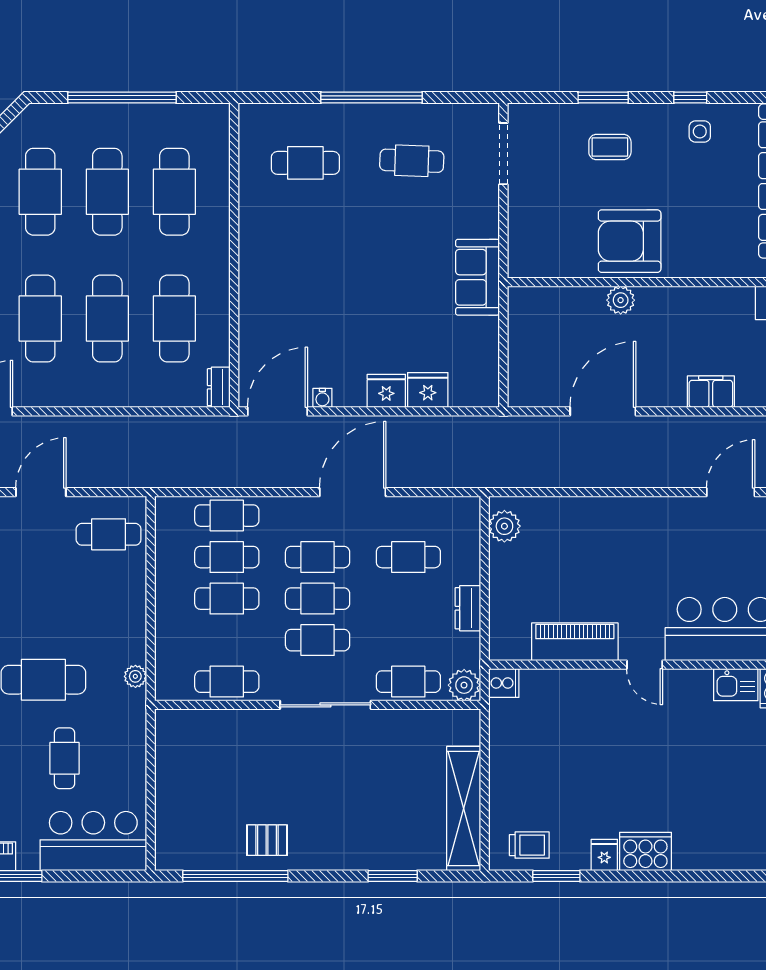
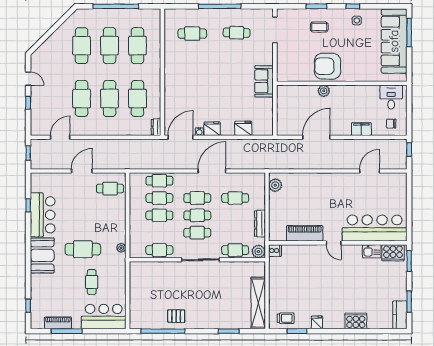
fridge: (386, 391) -> (212, 129), moved
dresser: (468, 608) -> (260, 224), width x1.44
cooker: (645, 851) -> (356, 321), moved

